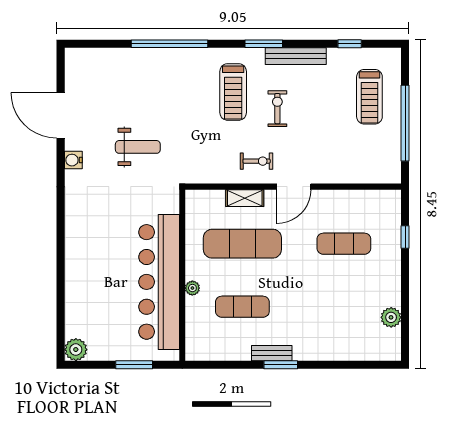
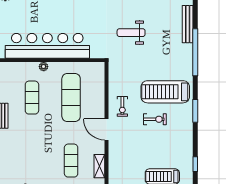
bench: (296, 56) -> (188, 24), moved
treadmill: (233, 92) -> (165, 92), width x1.37, depth x1.38
weight bench: (138, 147) -> (131, 33), turned 90
shelving: (245, 198) -> (99, 166), moved

